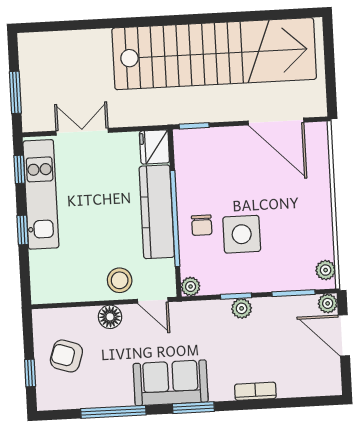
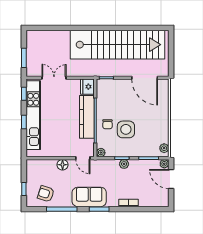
kitchen unit: (41, 194) -> (33, 115), width x1.36
stool: (120, 280) -> (68, 148), removed
armchair: (66, 356) -> (46, 194), moved

